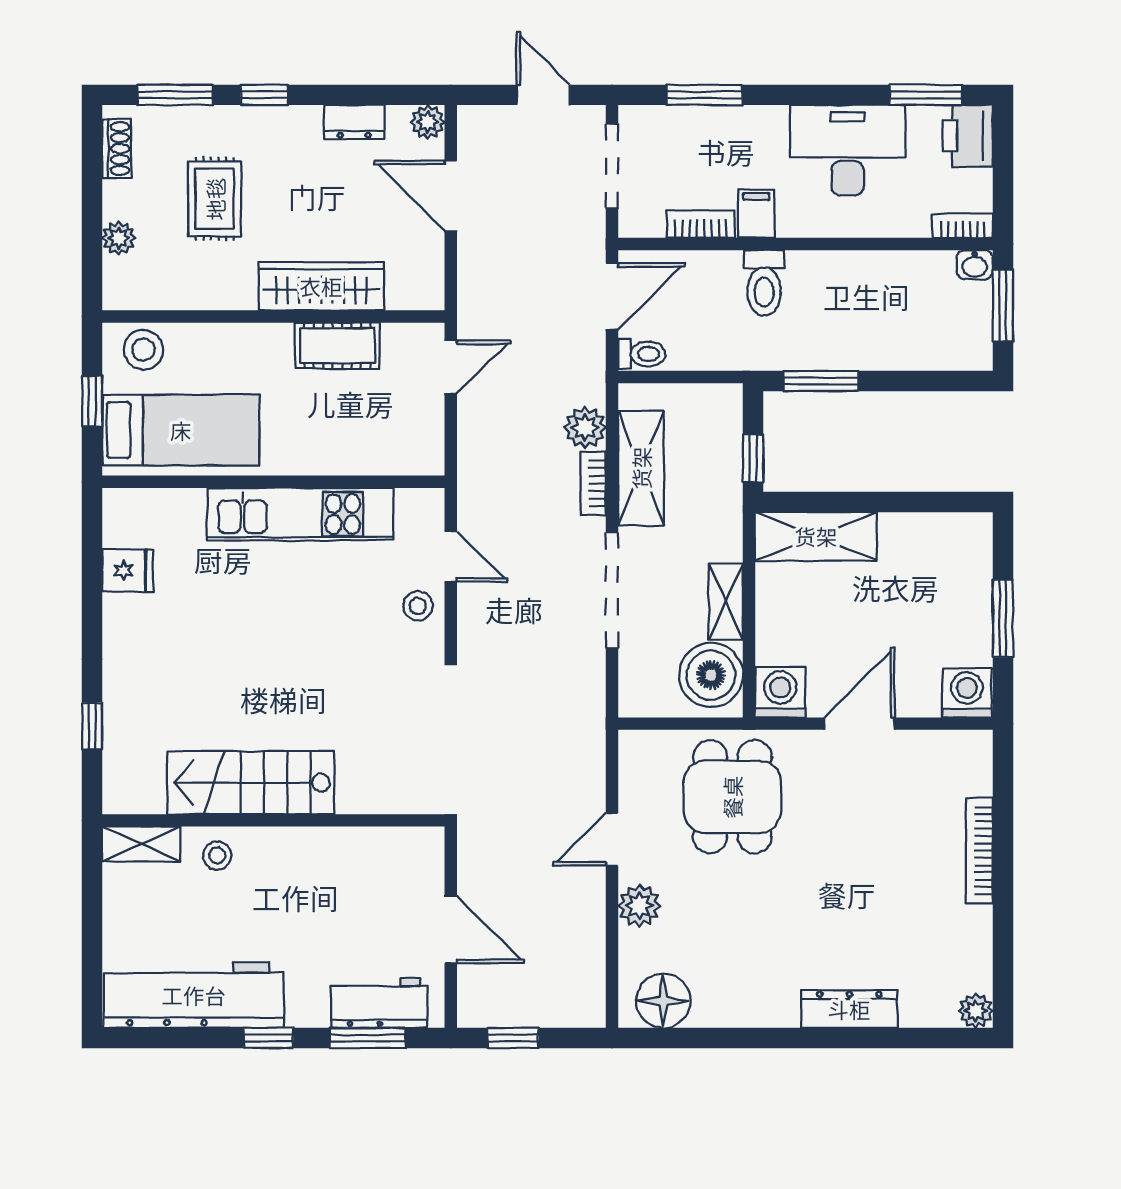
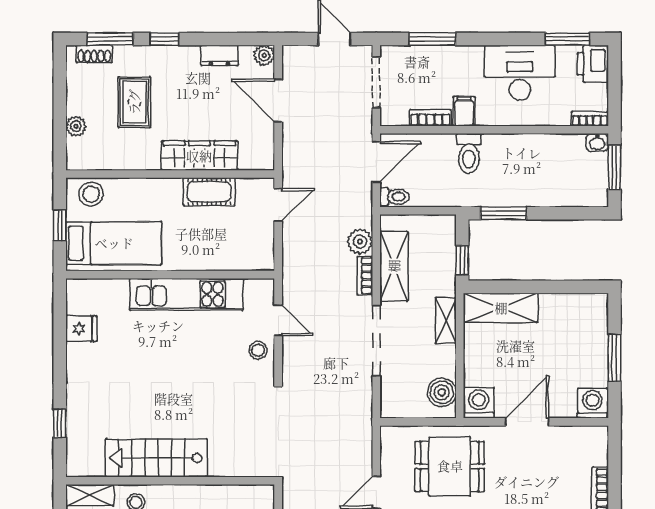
shoe rack: (117, 149) -> (94, 54), moved, turned 90
shelving: (726, 602) -> (446, 321), moved
boiler: (711, 675) -> (442, 392), width x0.73, depth x0.73
dining table: (732, 797) -> (450, 466), turned 90

